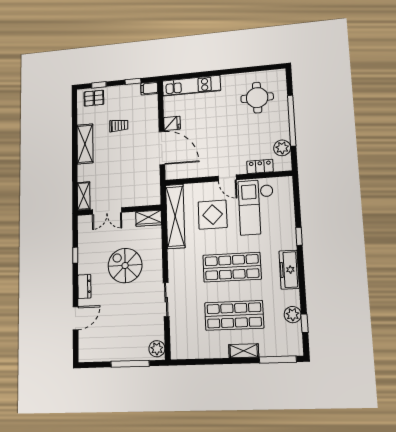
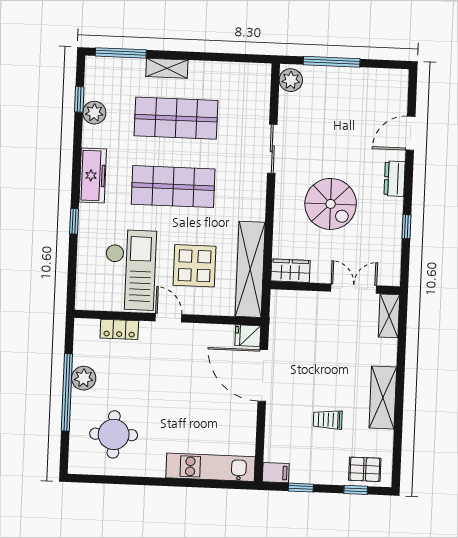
fridge: (172, 123) -> (248, 336), moved
plant: (282, 148) -> (84, 378), moved

